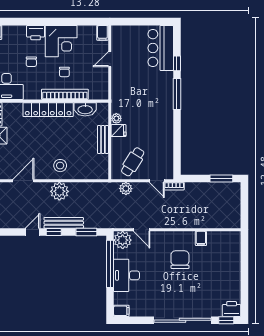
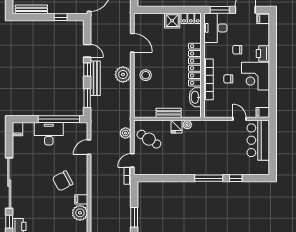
bar counter: (161, 48) -> (258, 140), moved, turned -90
plant: (123, 240) -> (80, 213), moved
chair: (180, 260) -> (63, 181), turned 152

